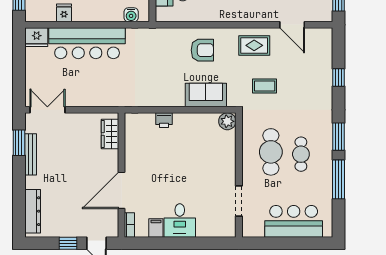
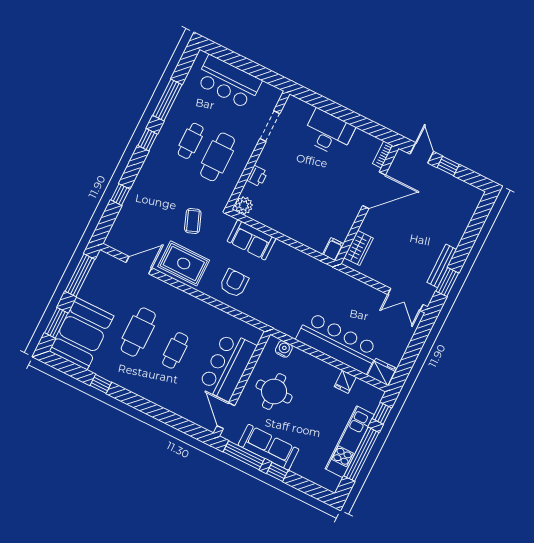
door: (292, 25) -> (139, 265), hinge flipped
rug: (254, 45) -> (184, 263), width x1.36, depth x1.43
armchair: (202, 50) -> (234, 283), turned 90
coffee table: (265, 86) -> (193, 221), turned 69
printer: (164, 120) -> (257, 176), moved, turned 90
window: (339, 137) -> (148, 140), width x0.67
dresser: (33, 211) -> (466, 212), removed
desk: (180, 220) -> (328, 133), width x1.37
filing cabinet: (156, 228) -> (333, 249), moved, turned 180

